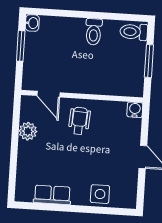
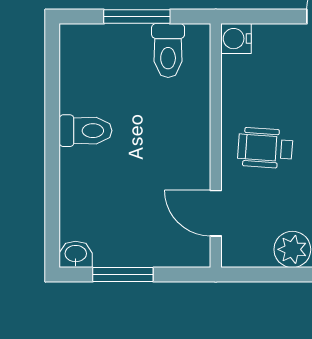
toilet: (134, 32) -> (168, 51), moved
door: (48, 94) -> (216, 213), swing flipped

